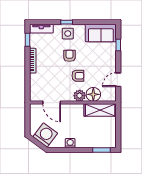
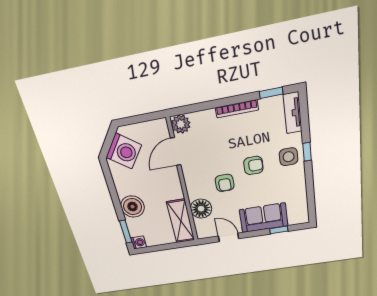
sofa: (101, 33) -> (264, 218), moved, turned 90
plant: (80, 96) -> (181, 124), moved
boiler: (84, 140) -> (132, 207), added
washing machine: (70, 143) -> (139, 242), moved

